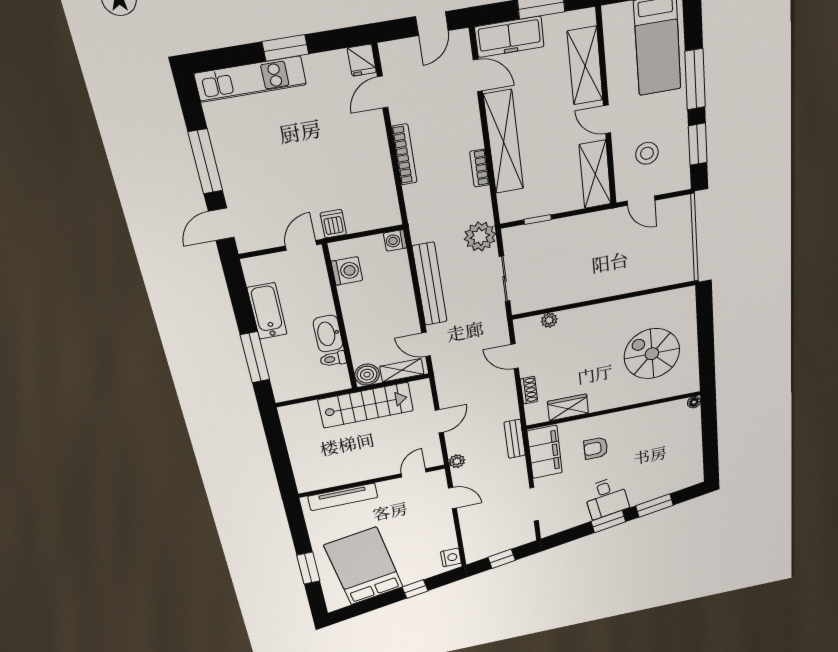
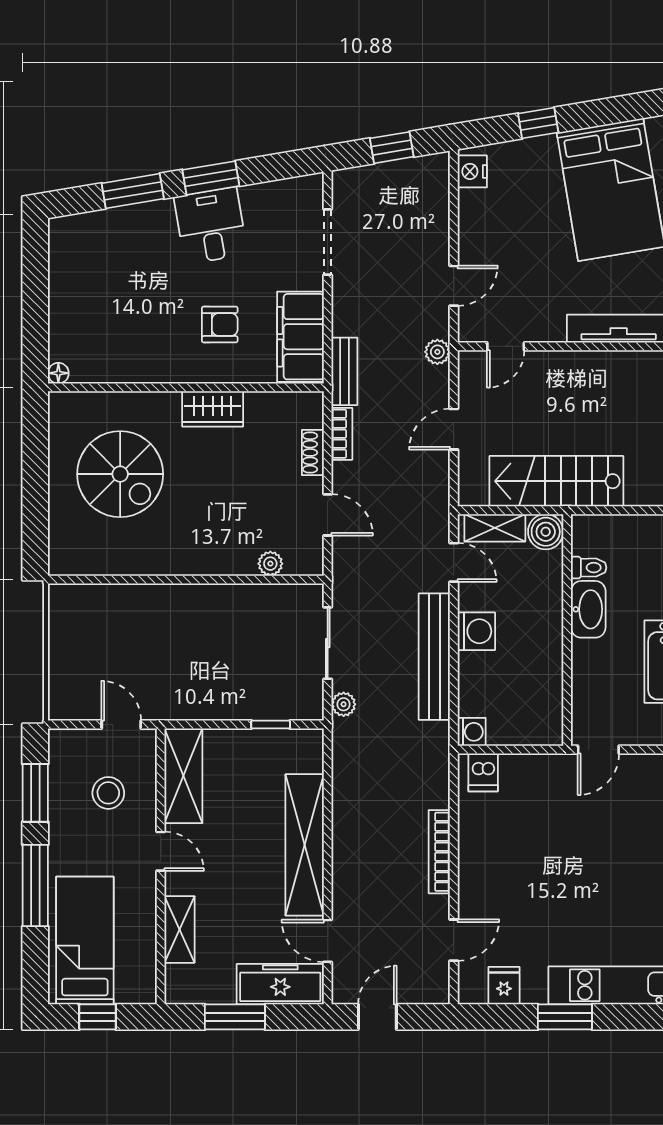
fridge: (362, 60) -> (504, 986), moved
shelving: (585, 66) -> (180, 929), width x0.67, depth x0.75
bookcase: (480, 168) -> (342, 434), moved
dishwasher: (333, 224) -> (483, 772), moved
plant: (480, 236) -> (344, 704), width x0.53, depth x0.53
washing machine: (347, 271) -> (476, 631), moved, turned 180
wardrobe: (568, 407) -> (213, 409), moved
door: (452, 498) -> (454, 286), swing flipped

